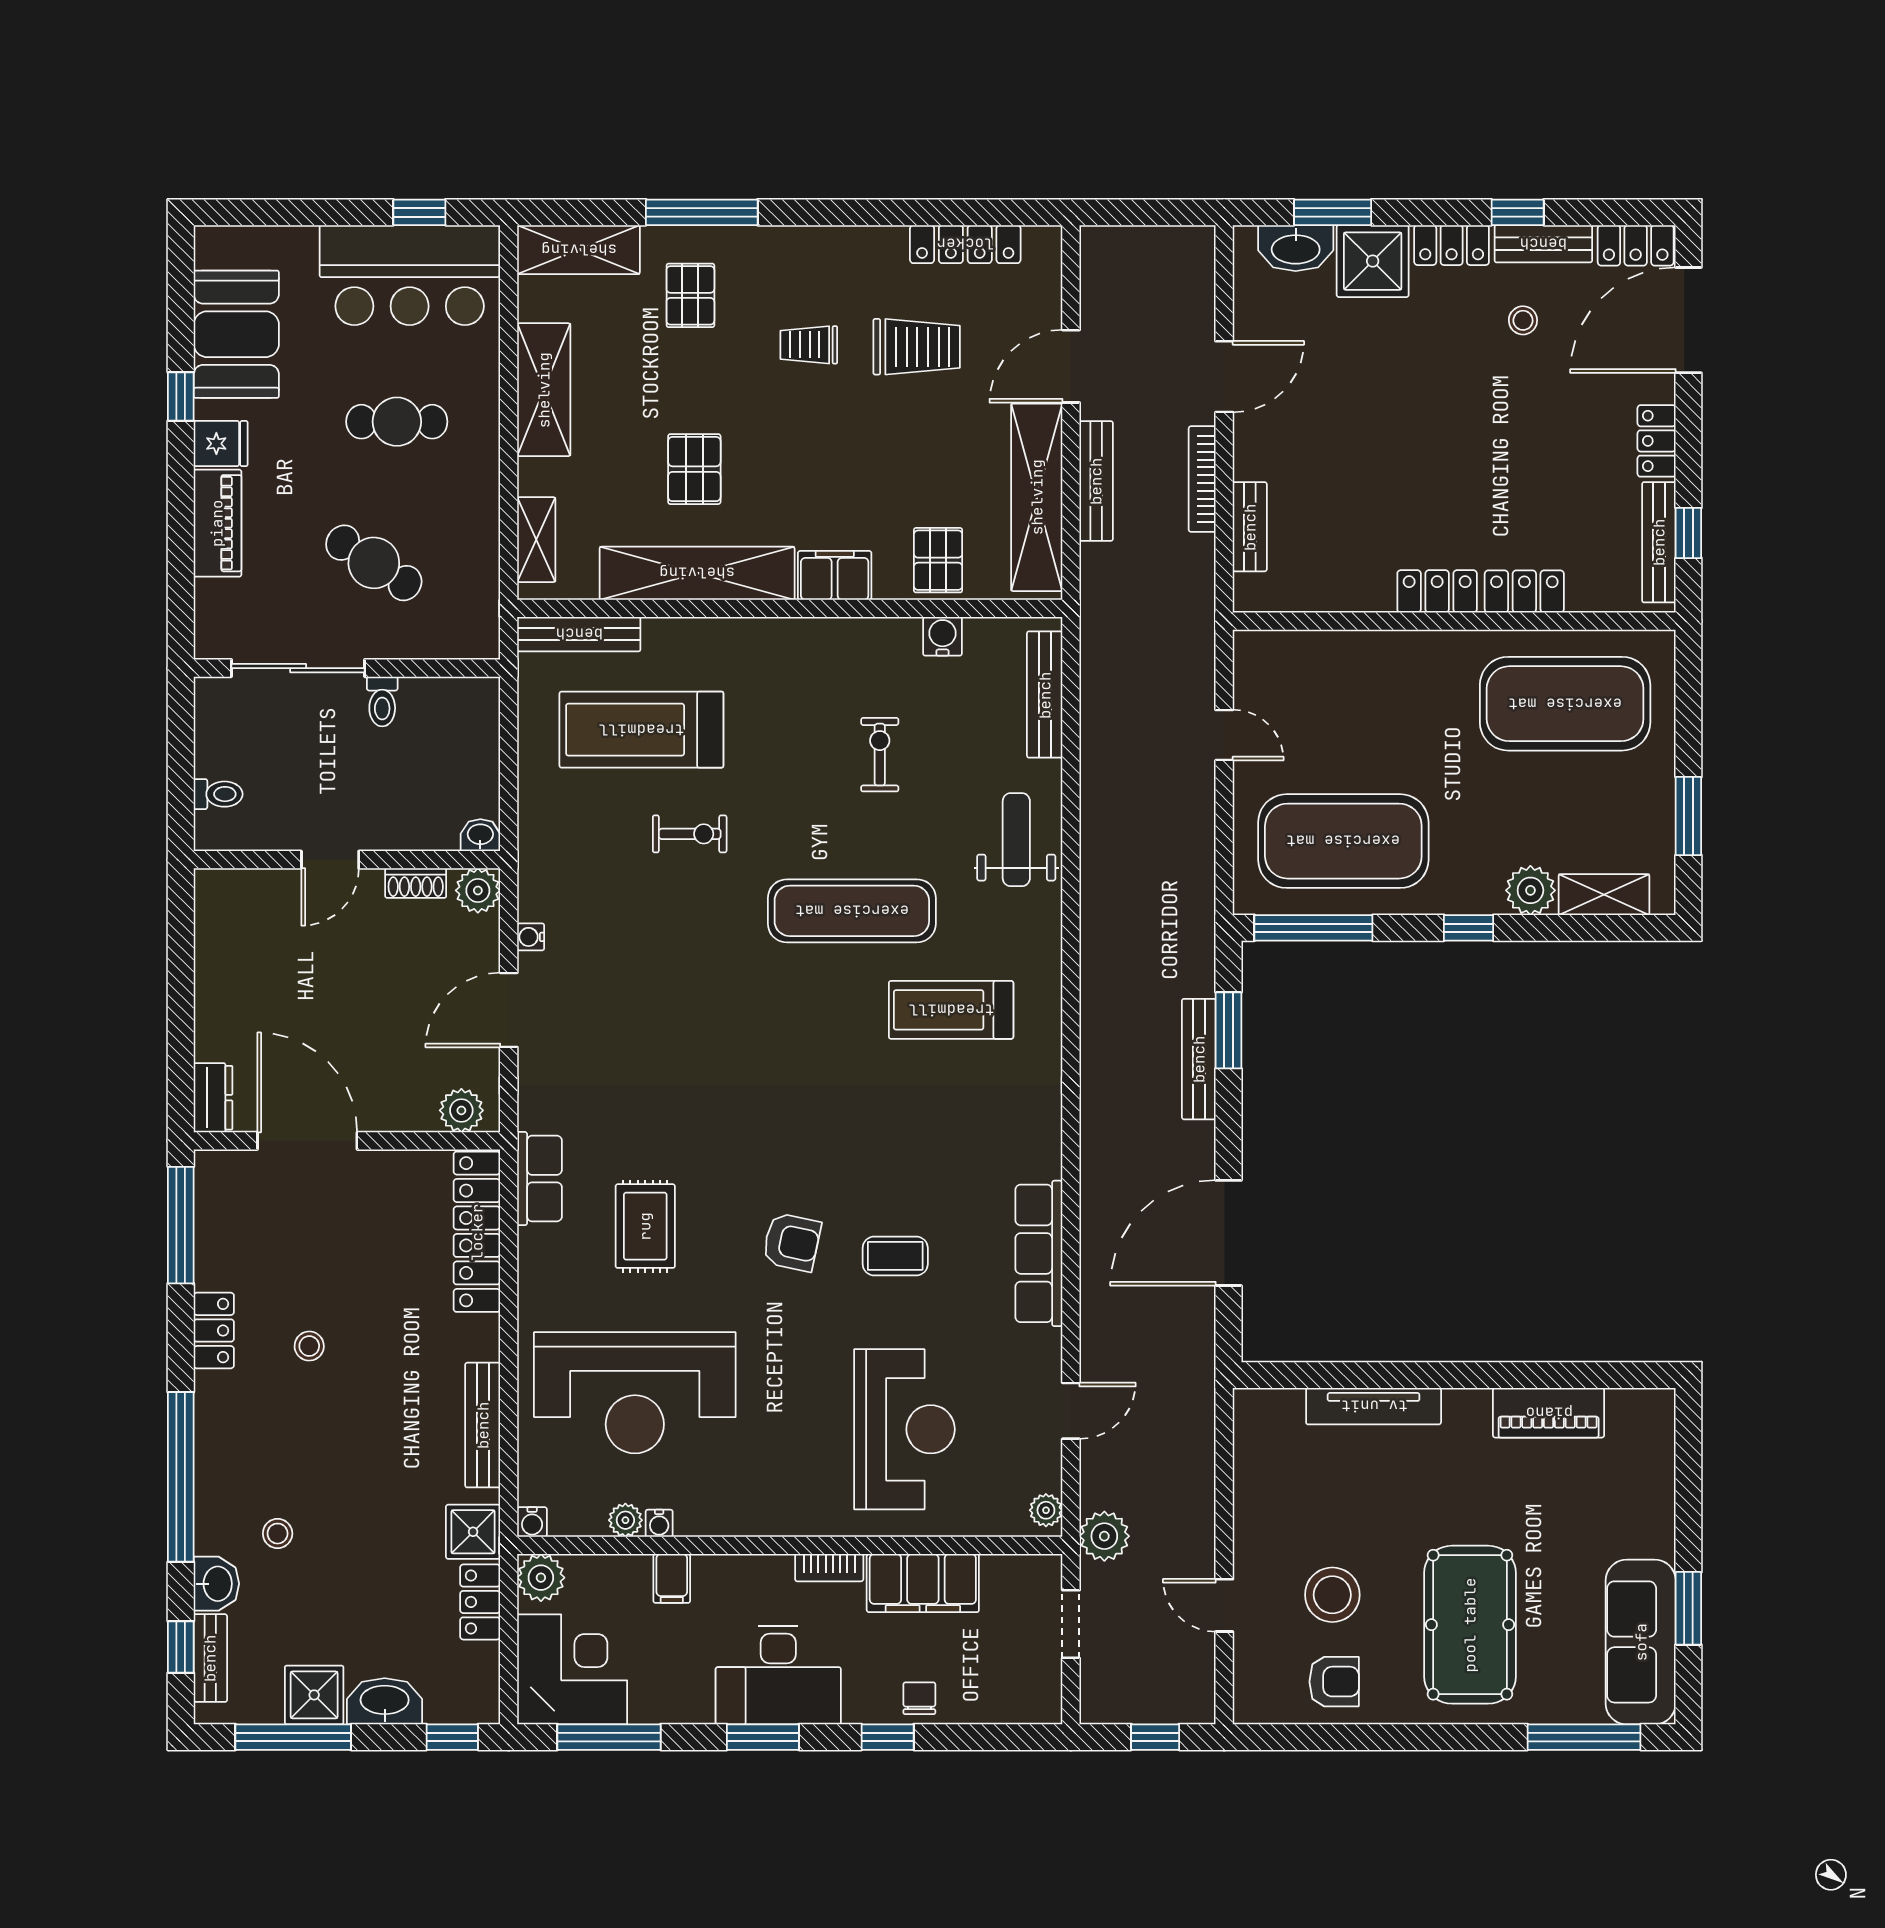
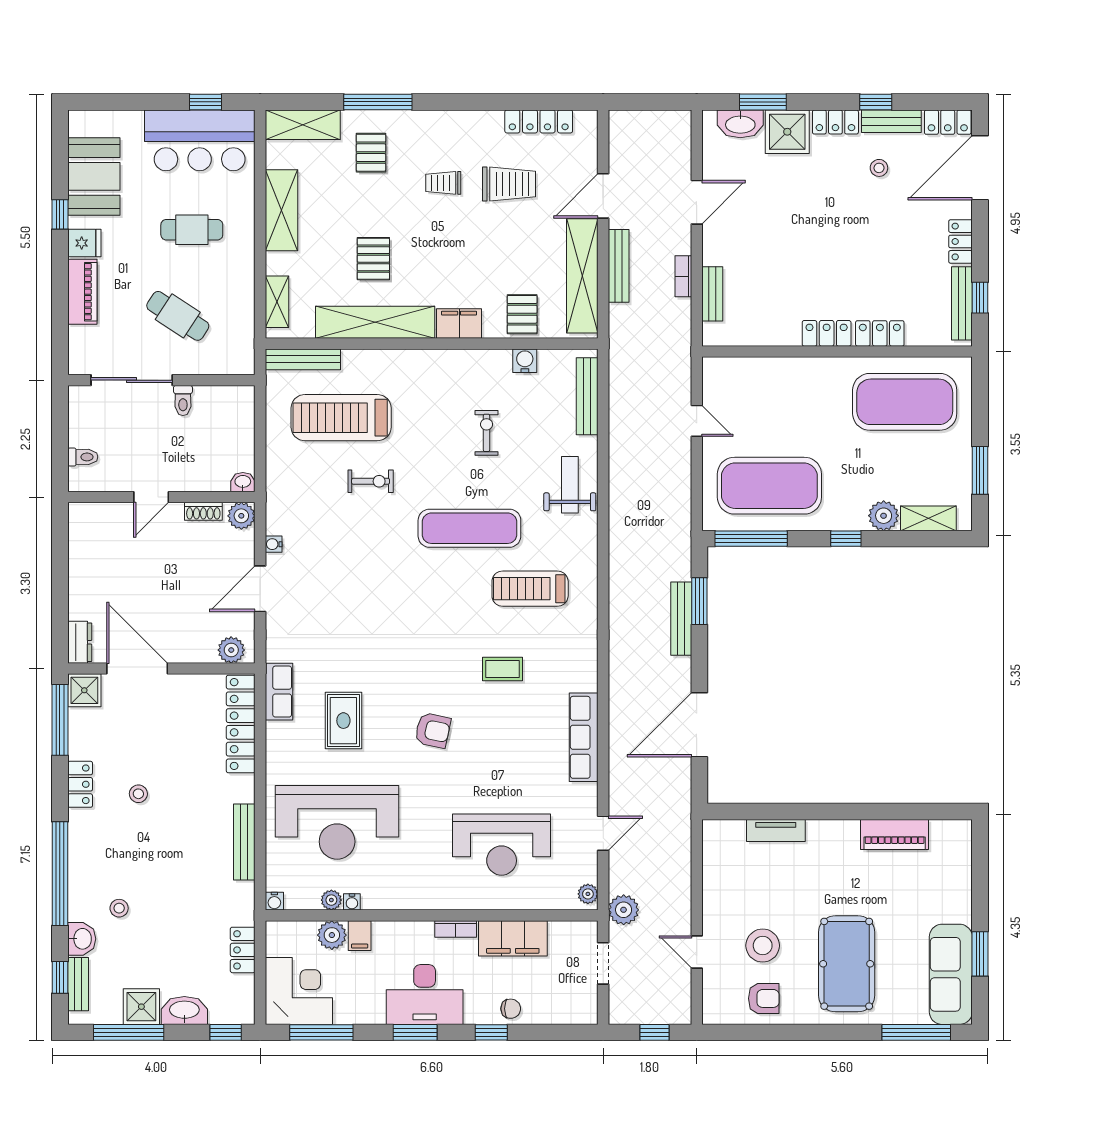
bookcase: (1202, 479) -> (683, 276), width x0.64
coffee table: (895, 1256) -> (503, 669), moved
tv unit: (1374, 1406) -> (776, 830), width x0.71
reception desk: (904, 1429) -> (502, 845), turned 90
shower: (473, 1532) -> (84, 690), moved
plant: (541, 1578) -> (332, 935), moved
chair: (919, 1698) -> (511, 1009), turned 90

